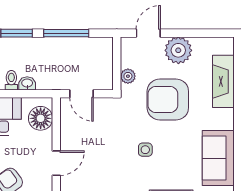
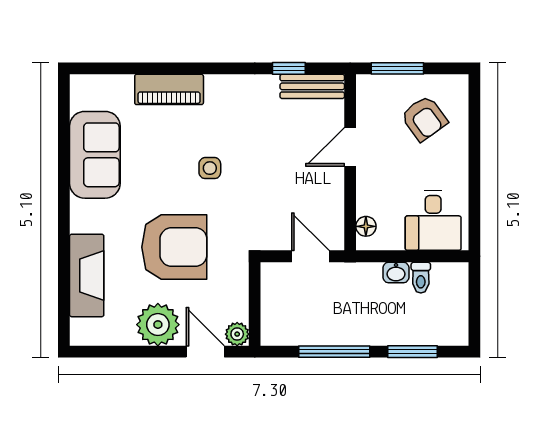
door: (148, 33) -> (205, 352), swing flipped
plant: (128, 76) -> (237, 334), moved
floor lamp: (41, 118) -> (366, 226), width x0.53, depth x0.53

